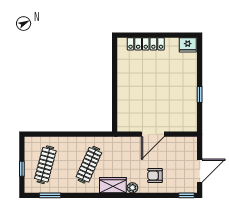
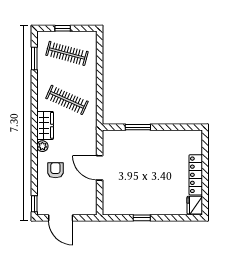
locker: (146, 44) -> (196, 175), moved
window: (115, 98) -> (138, 127), added

